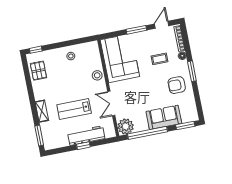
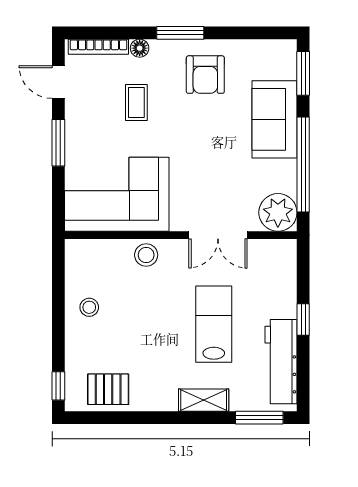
lab bench: (74, 109) -> (214, 324), turned 180
workbench: (86, 136) -> (281, 362), moved

